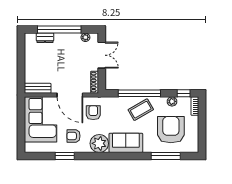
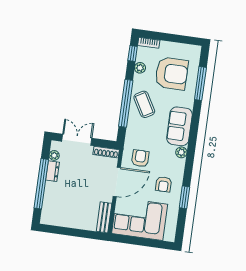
dresser: (45, 38) -> (53, 171), moved
armchair: (93, 113) -> (140, 158), turned 90
armchair: (171, 130) -> (172, 73), turned 180
plant: (99, 143) -> (181, 152), width x0.53, depth x0.53

